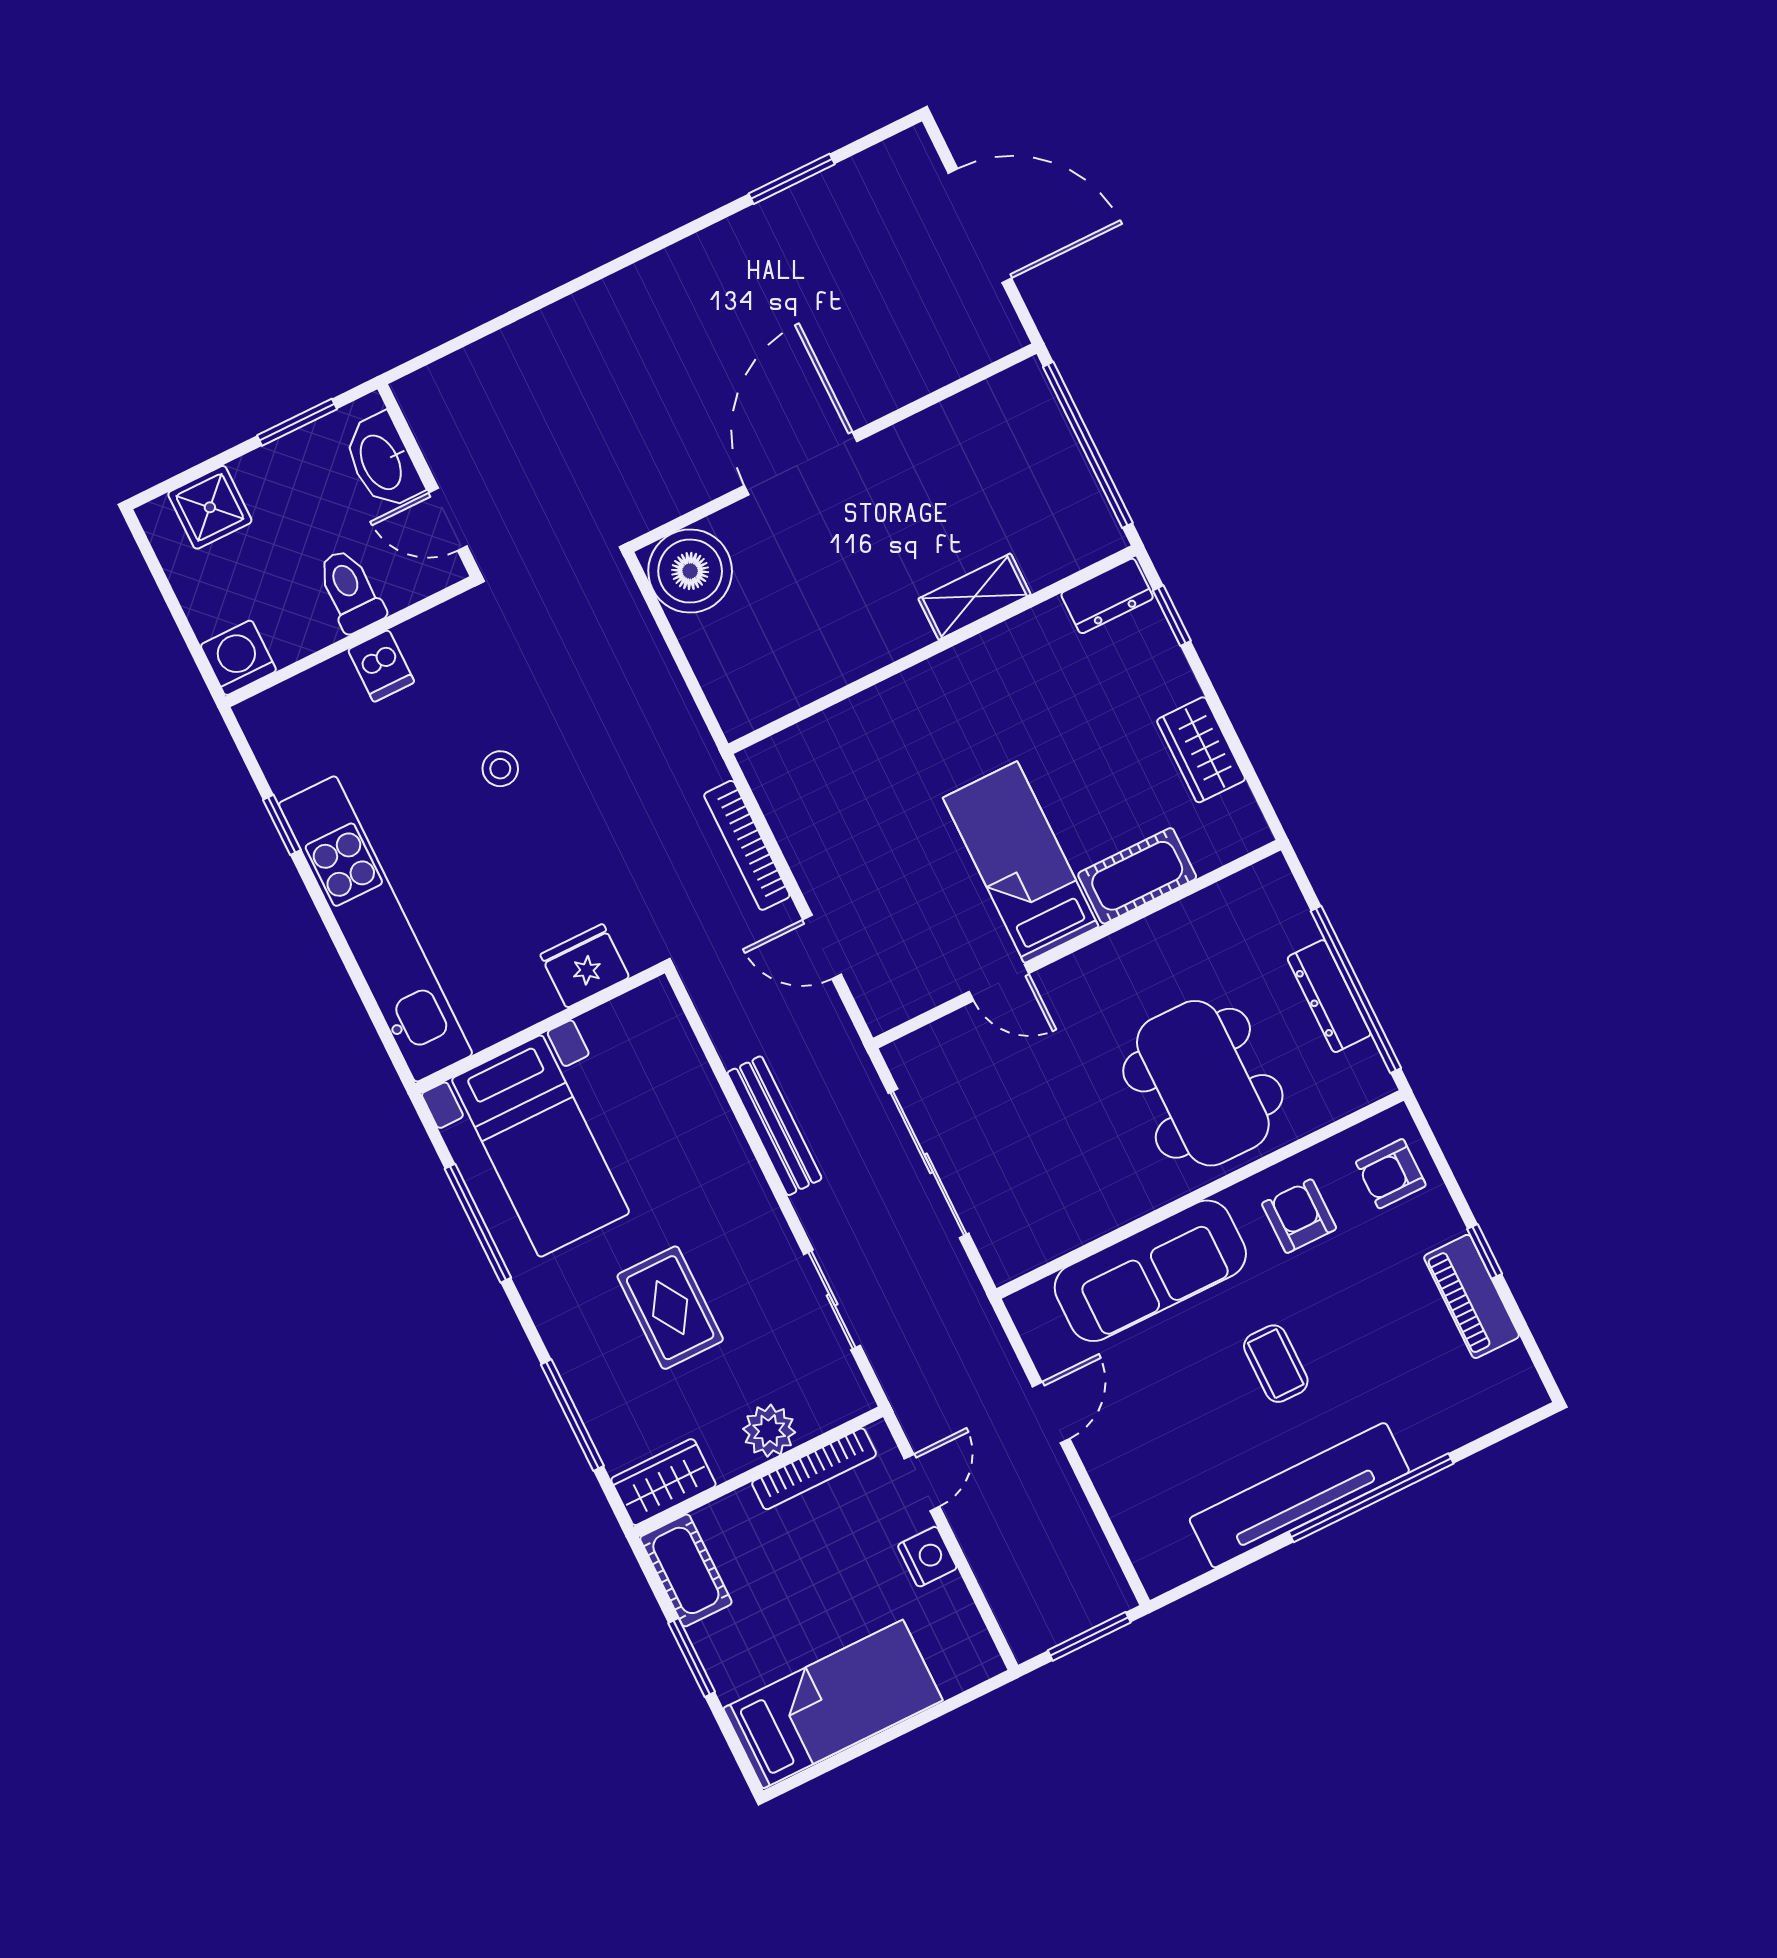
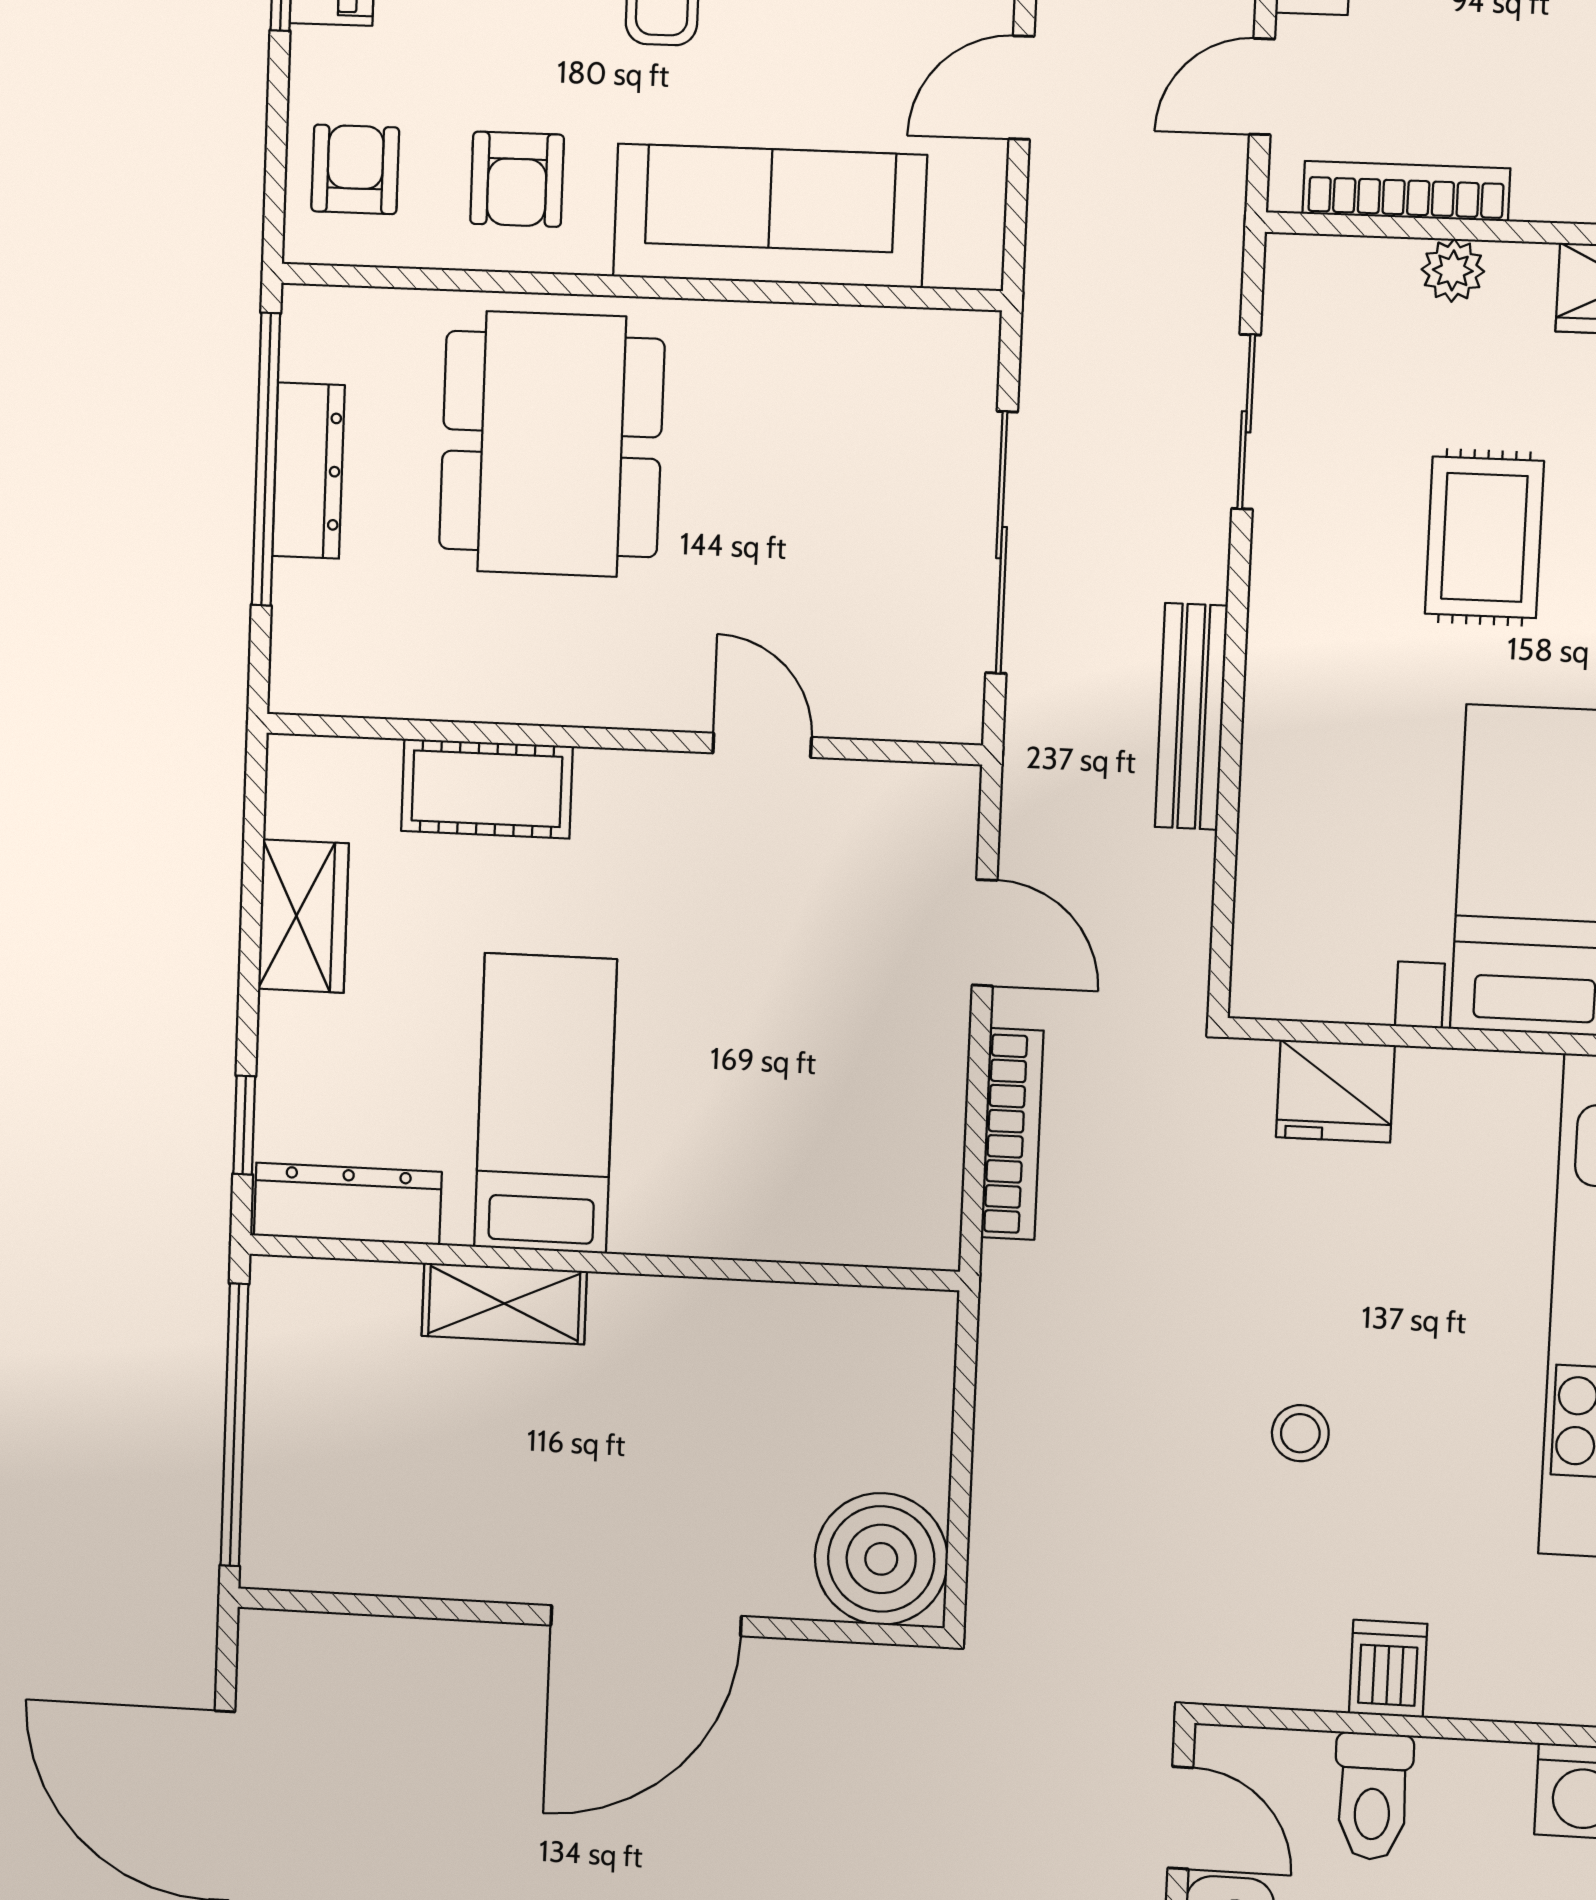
dresser: (1107, 596) -> (348, 1204), width x1.44
bed: (1021, 862) -> (545, 1103), moved, turned 180
armchair: (1391, 1174) -> (355, 169), turned -90
plant: (769, 1431) -> (1453, 270), width x0.73, depth x0.73

